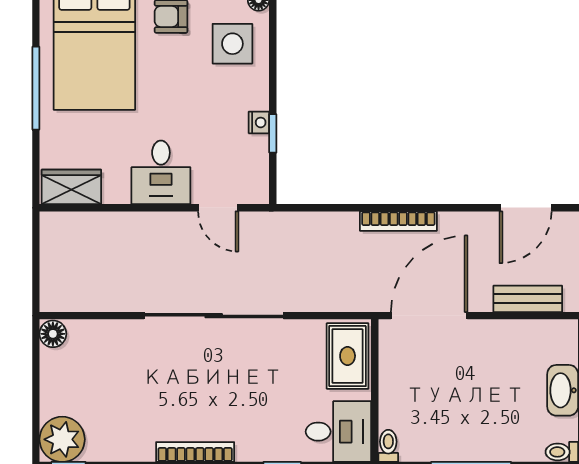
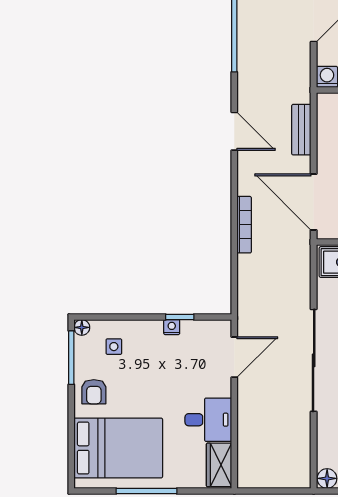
side table: (232, 44) -> (114, 347), width x0.54, depth x0.54
desk: (161, 172) -> (208, 420), moved
door: (218, 208) -> (234, 357), width x1.38

